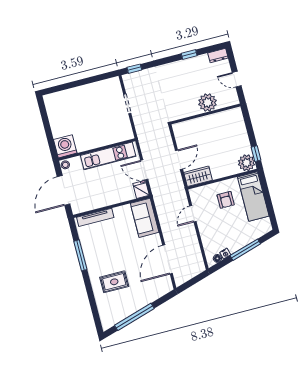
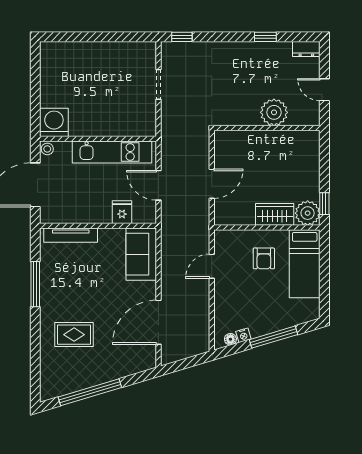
wardrobe: (198, 176) -> (275, 214), moved
fridge: (141, 189) -> (122, 212), moved

